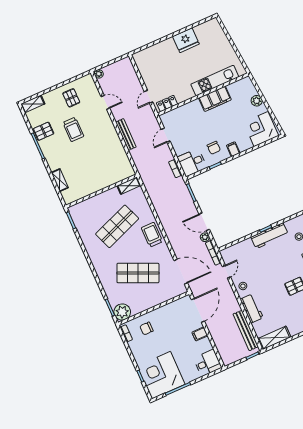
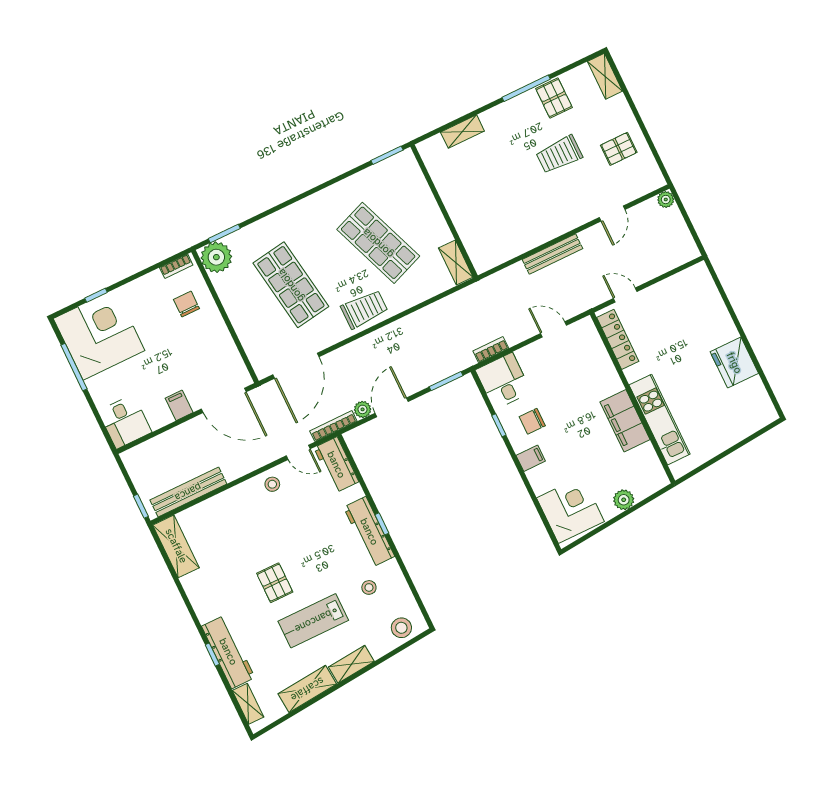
locker: (167, 104) -> (618, 339), width x1.53
shop shelf: (138, 273) -> (291, 285), turned -33
workbench: (252, 308) -> (336, 465), moved, turned 90

